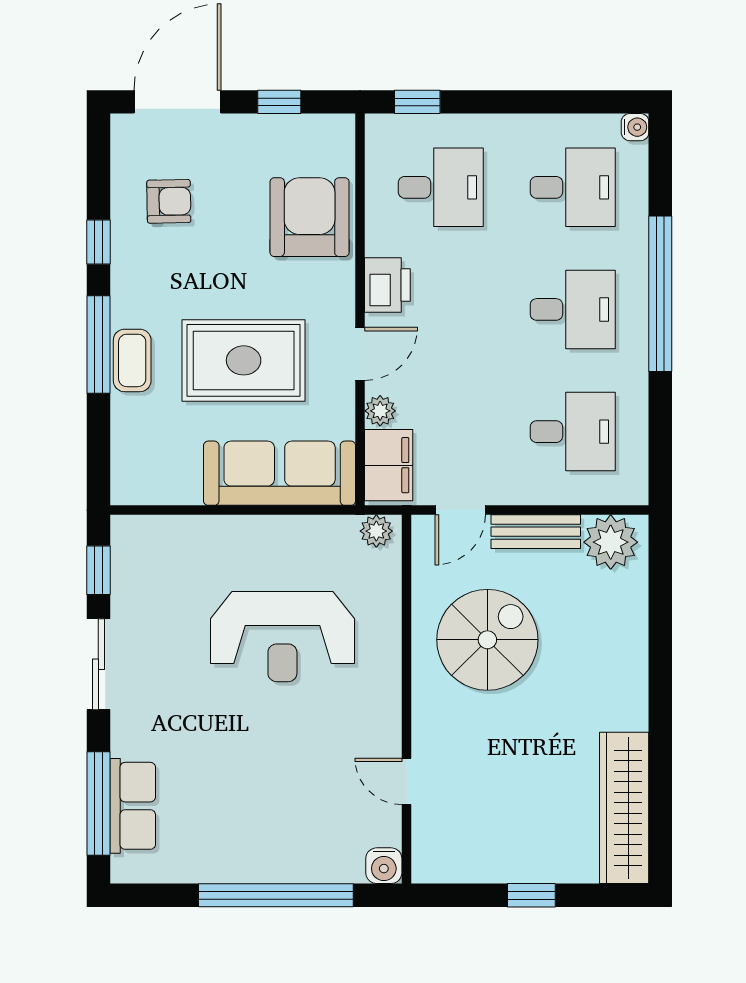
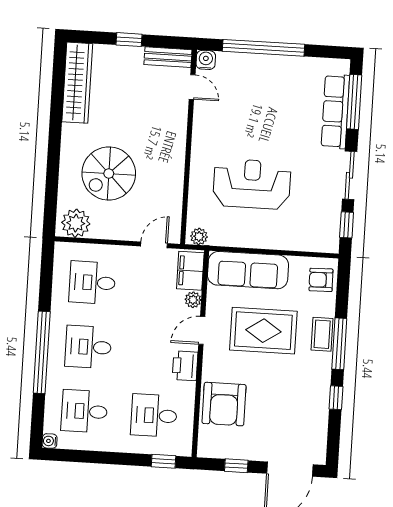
armchair: (169, 201) -> (321, 280), moved
bench: (536, 532) -> (168, 57), moved
spiral stairs: (487, 640) -> (109, 173), moved
door: (406, 781) -> (192, 87), moved
row of seats: (133, 806) -> (335, 112), width x1.48

